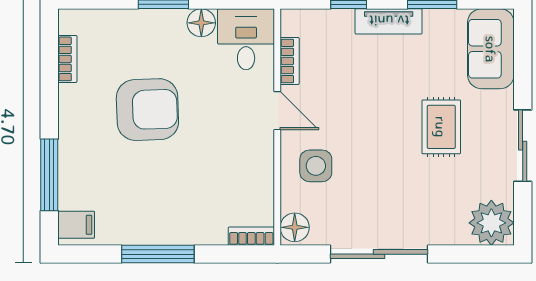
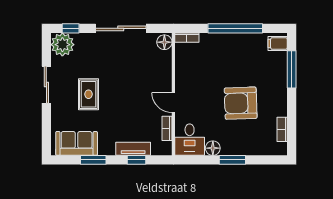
tv unit: (389, 21) -> (133, 149), moved
sofa: (491, 49) -> (77, 143), moved, turned -90
side table: (316, 166) -> (153, 74), removed
window: (158, 254) -> (235, 28), width x1.46
window: (476, 254) -> (71, 28), added

